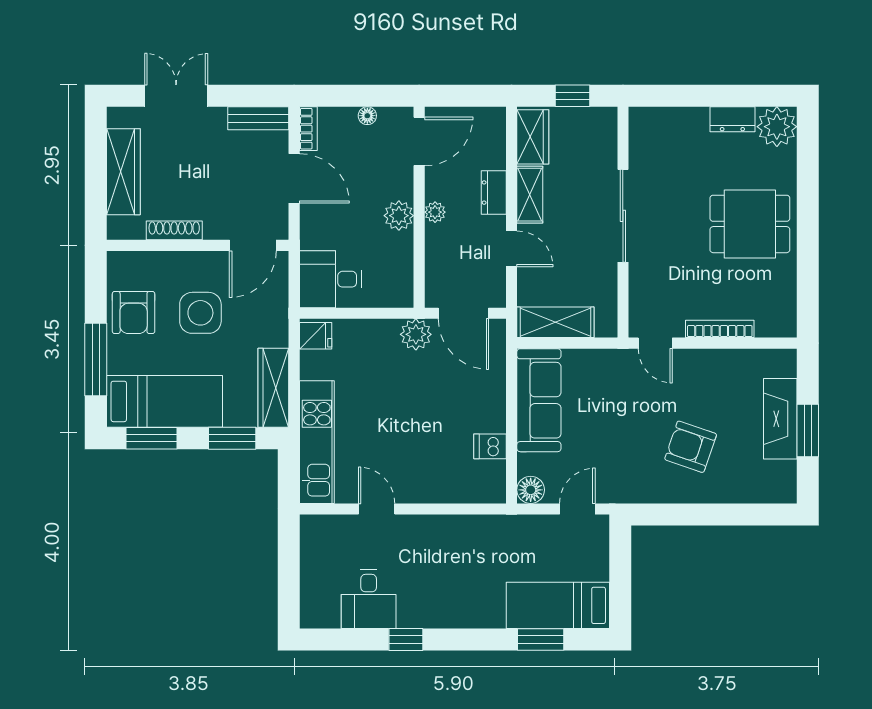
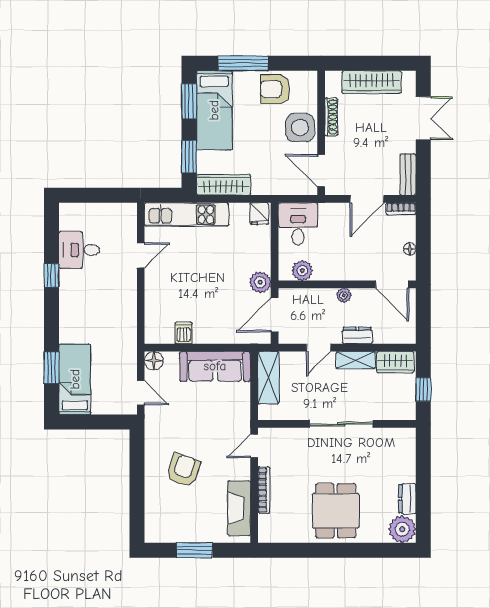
plant: (399, 216) -> (302, 271), moved
side table: (200, 313) -> (300, 128), moved
fireplace: (780, 419) -> (239, 508), moved, turned -90

